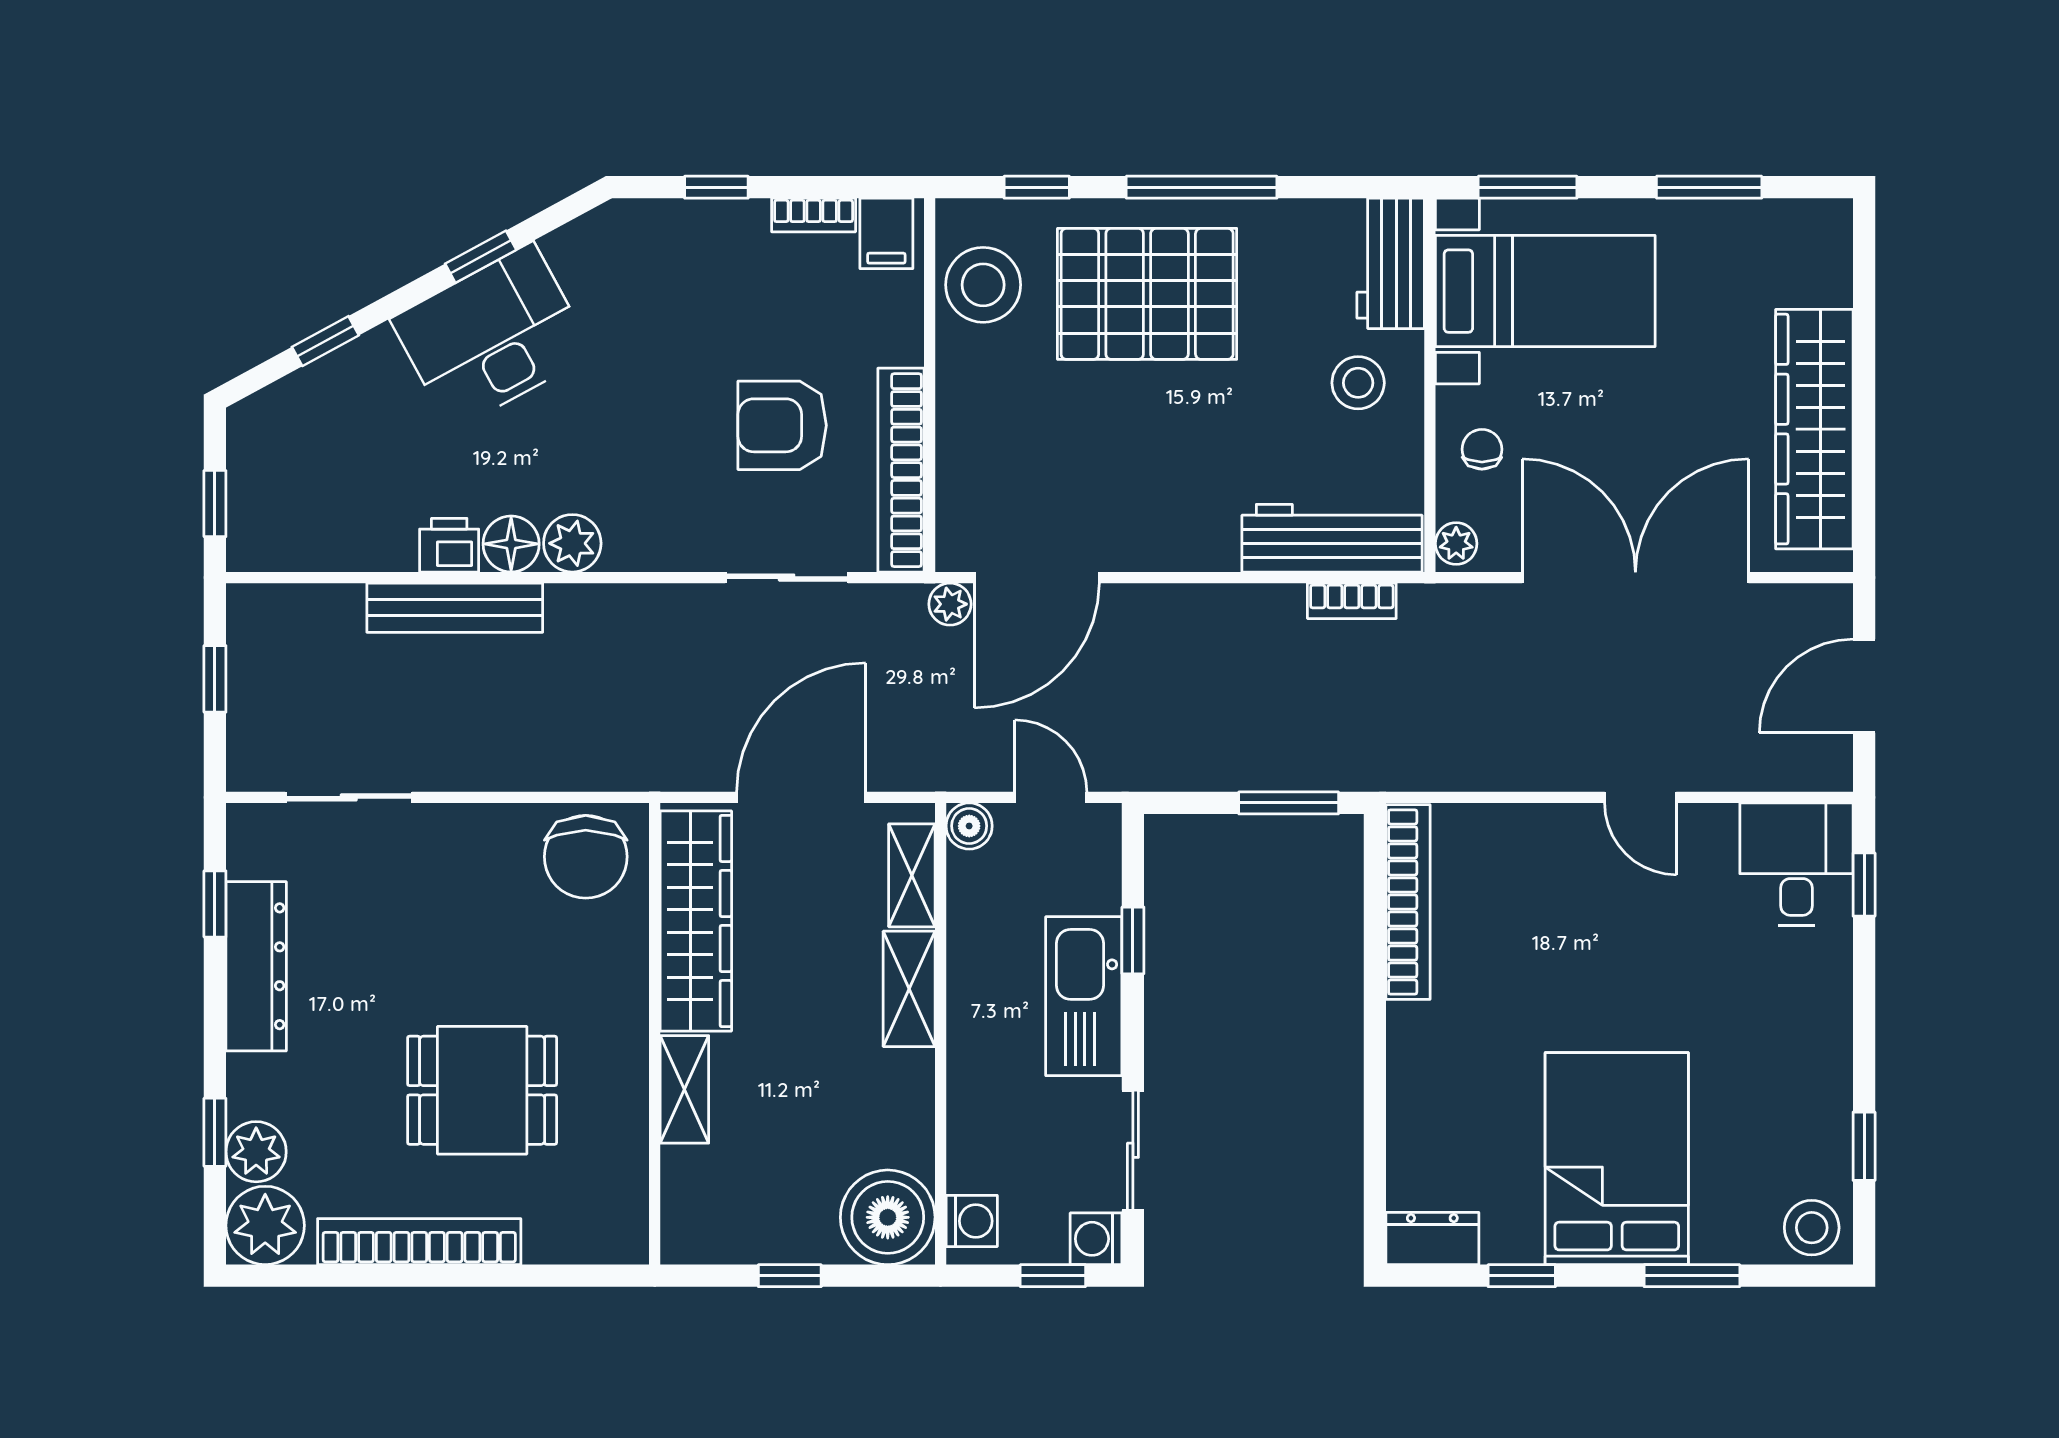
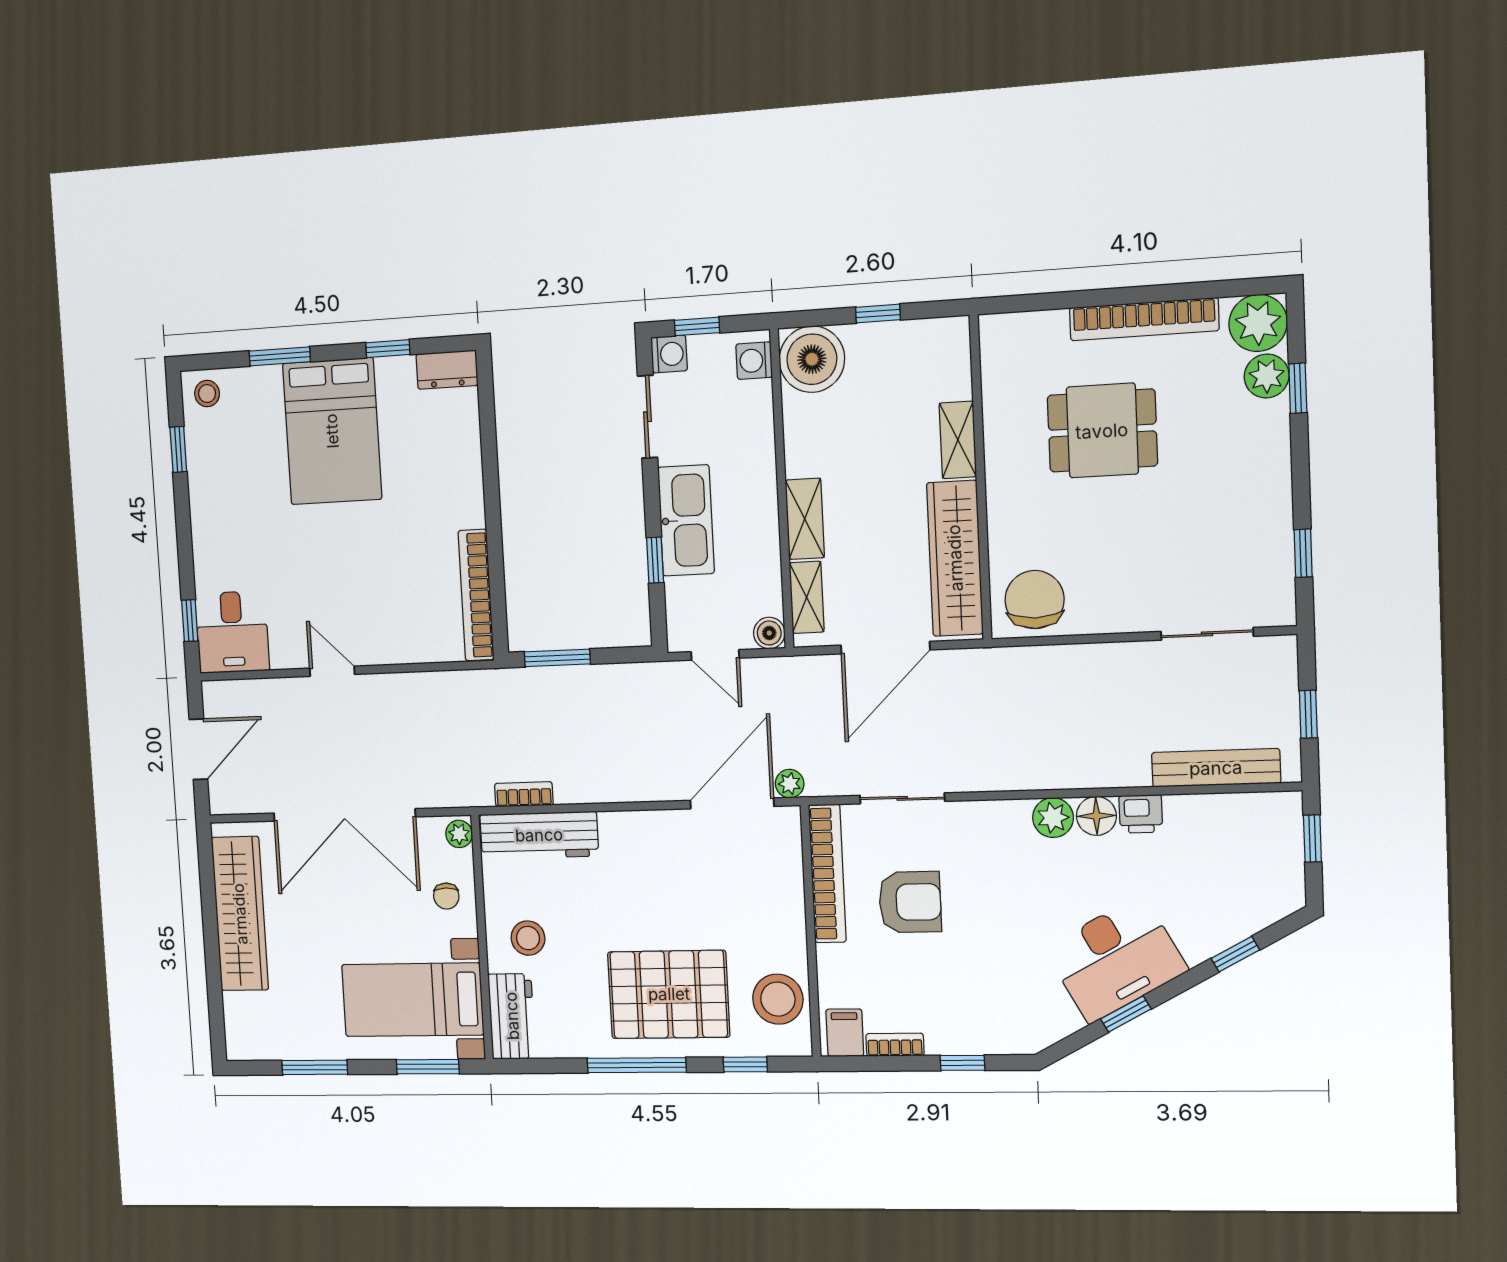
bench: (455, 608) -> (1216, 768), moved
dresser: (256, 966) -> (1271, 510), removed
stool: (1812, 1228) -> (207, 394), width x0.73, depth x0.73

